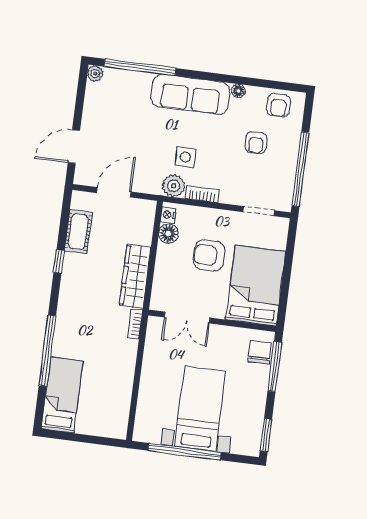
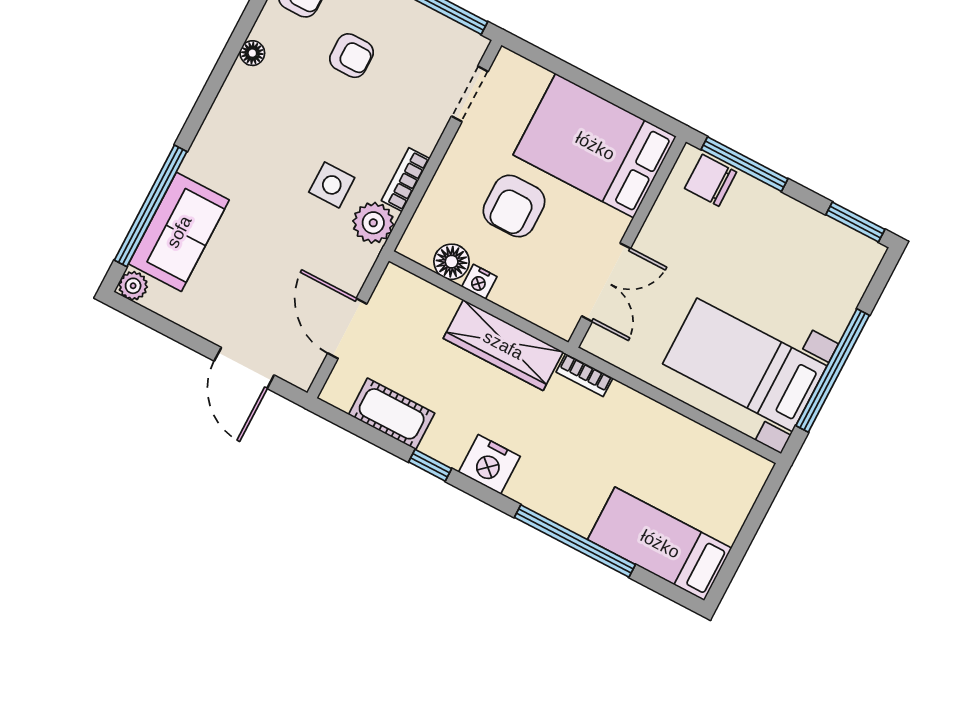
sofa: (190, 94) -> (179, 232), moved, width x0.73
nightstand: (168, 215) -> (479, 282), moved
nightstand: (71, 292) -> (489, 464), added
bed with nightstands: (200, 409) -> (745, 365), moved

